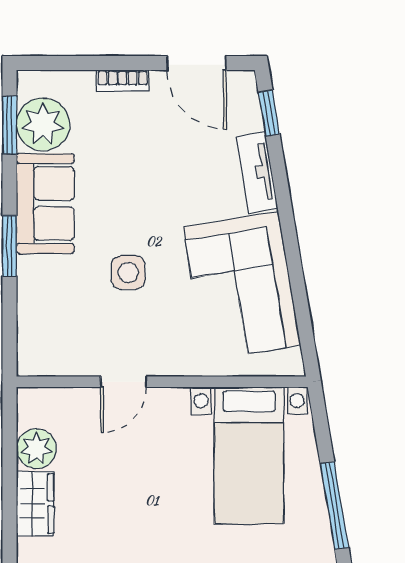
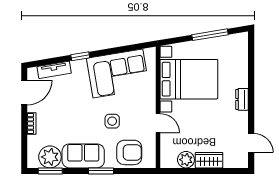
window: (269, 113) -> (80, 56), moved
tv unit: (257, 172) -> (54, 70), moved
armchair: (53, 313) -> (129, 152), added
bed with nightstands: (249, 455) -> (189, 79), width x1.36

